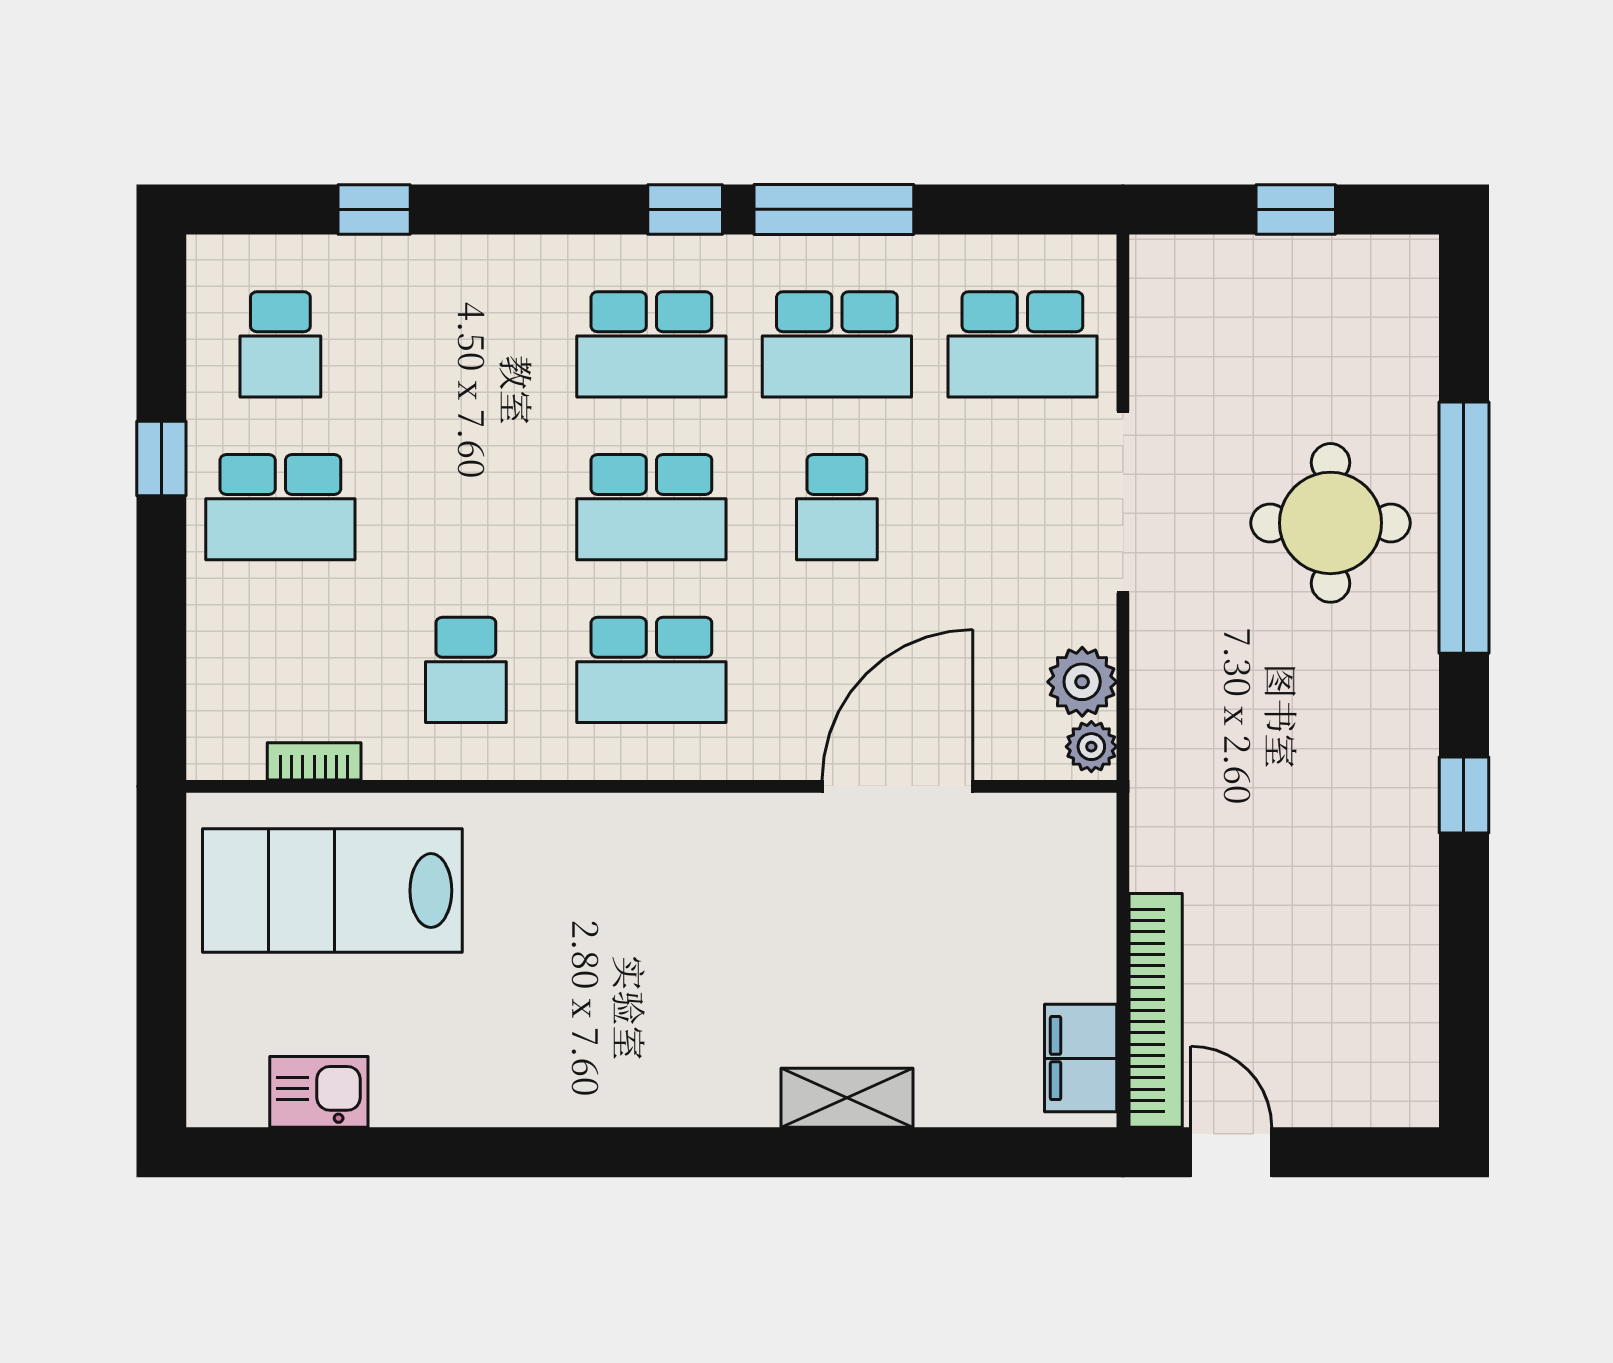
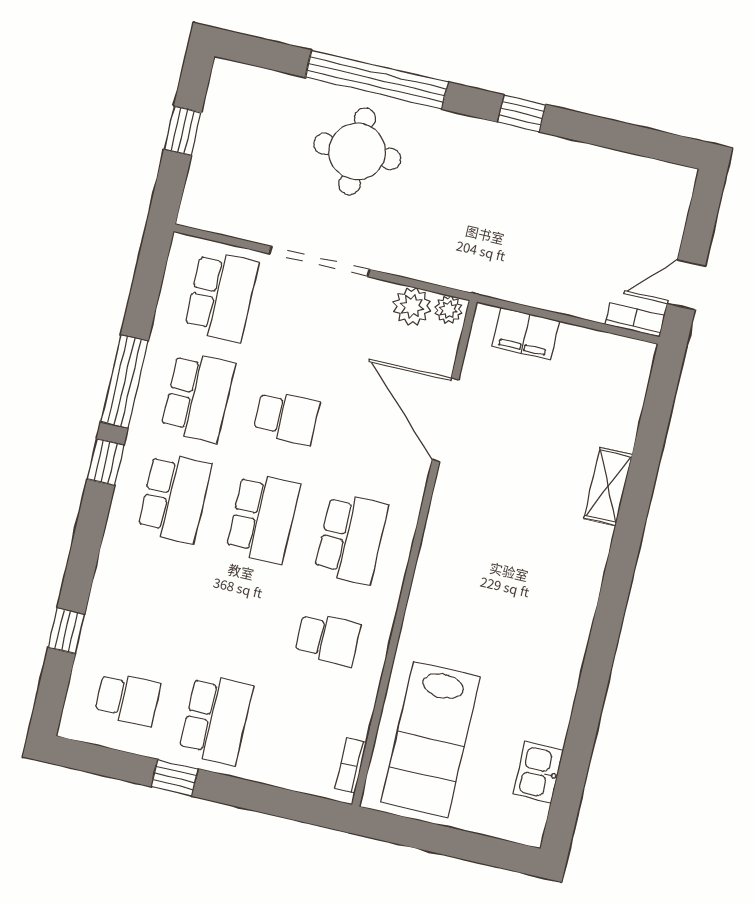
bookcase: (314, 761) -> (351, 765), moved
bookcase: (1156, 1010) -> (635, 320), width x0.43, depth x0.76
filing cabinet: (1081, 1058) -> (526, 334), moved

